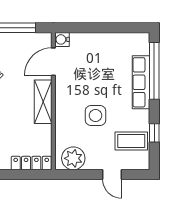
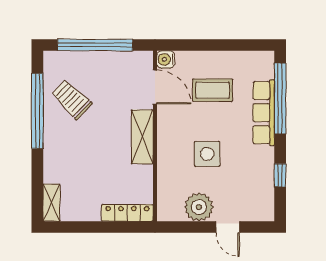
door: (53, 62) -> (155, 87), swing flipped
coffee table: (131, 141) -> (213, 90), moved
plant: (73, 158) -> (199, 207), moved

